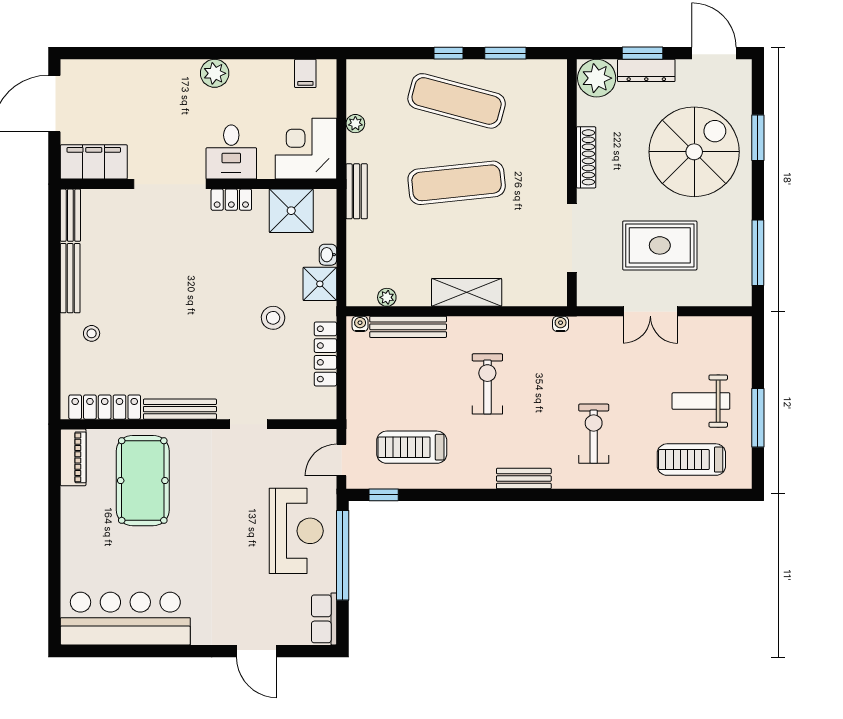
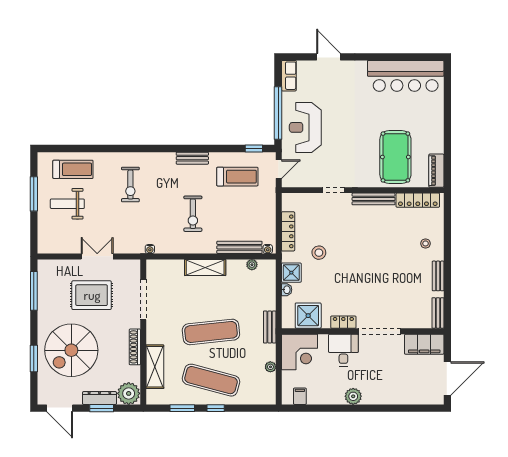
shelving: (552, 124) -> (155, 367), added
bench: (70, 278) -> (438, 276), width x0.73
weight bench: (701, 401) -> (67, 204), turned 180
bench: (524, 479) -> (192, 158), moved

